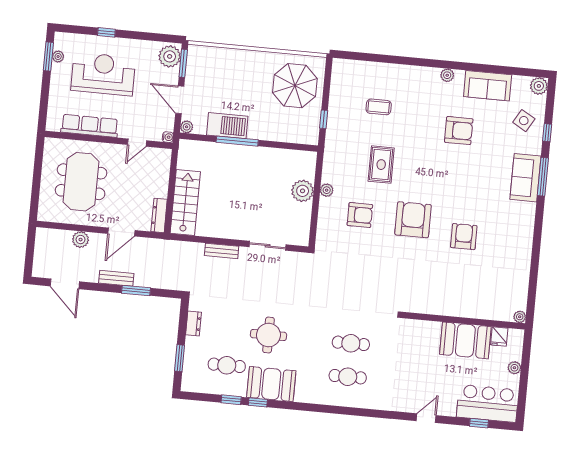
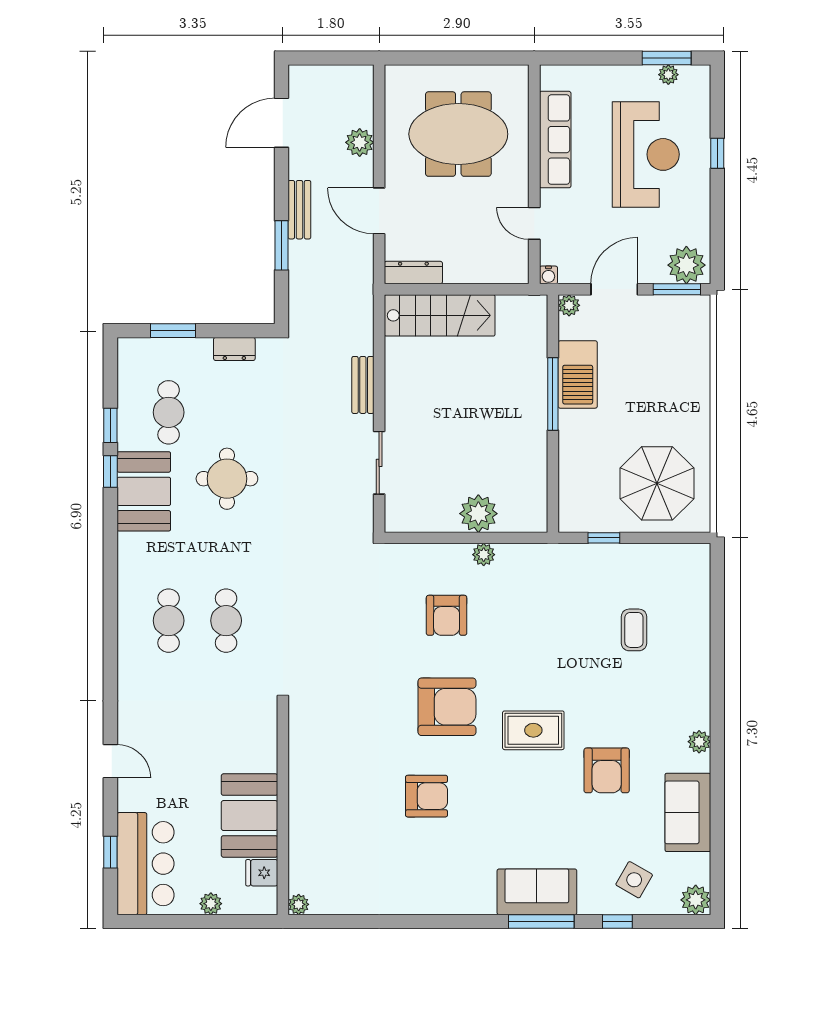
rug: (381, 165) -> (533, 730), moved

